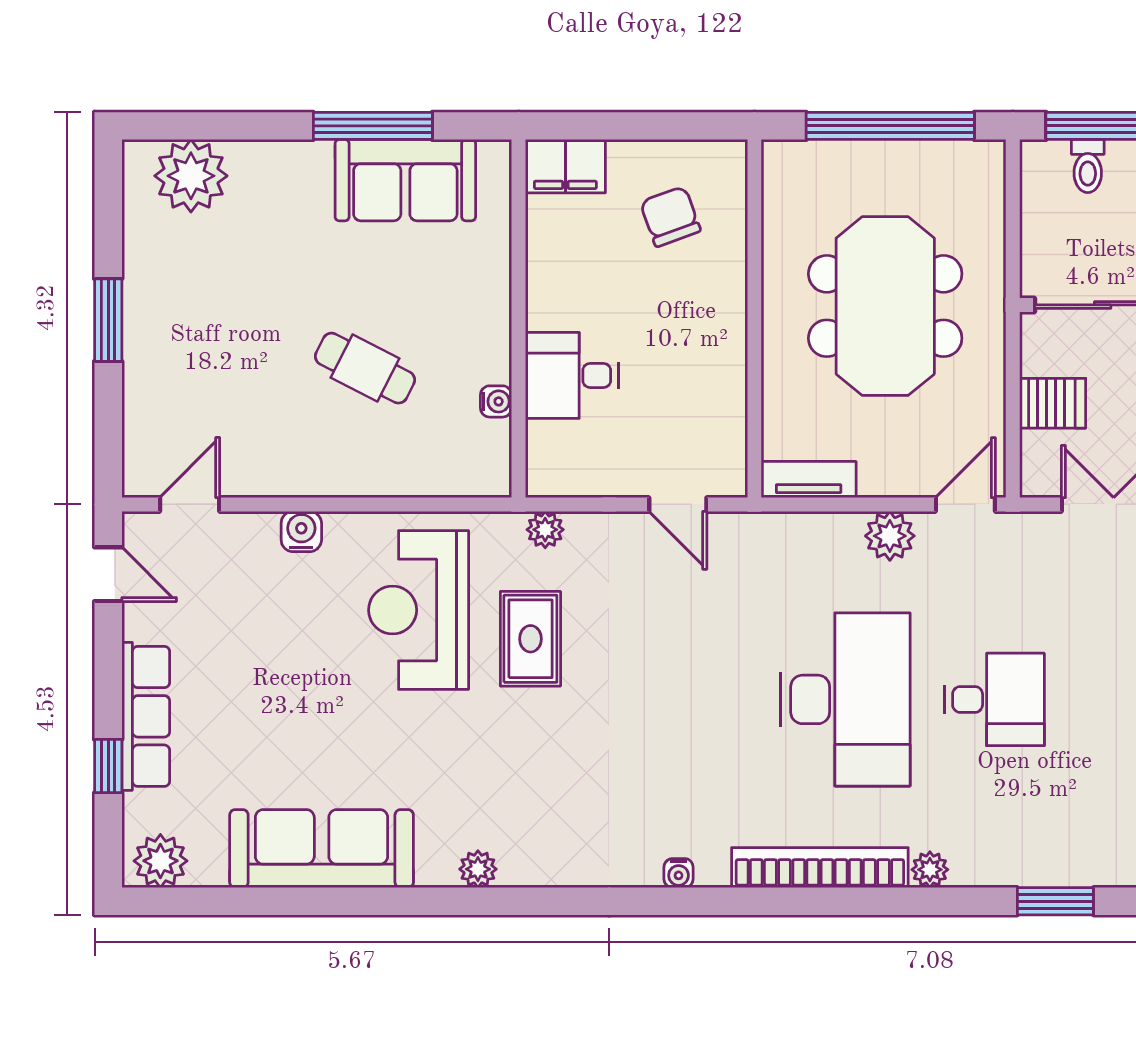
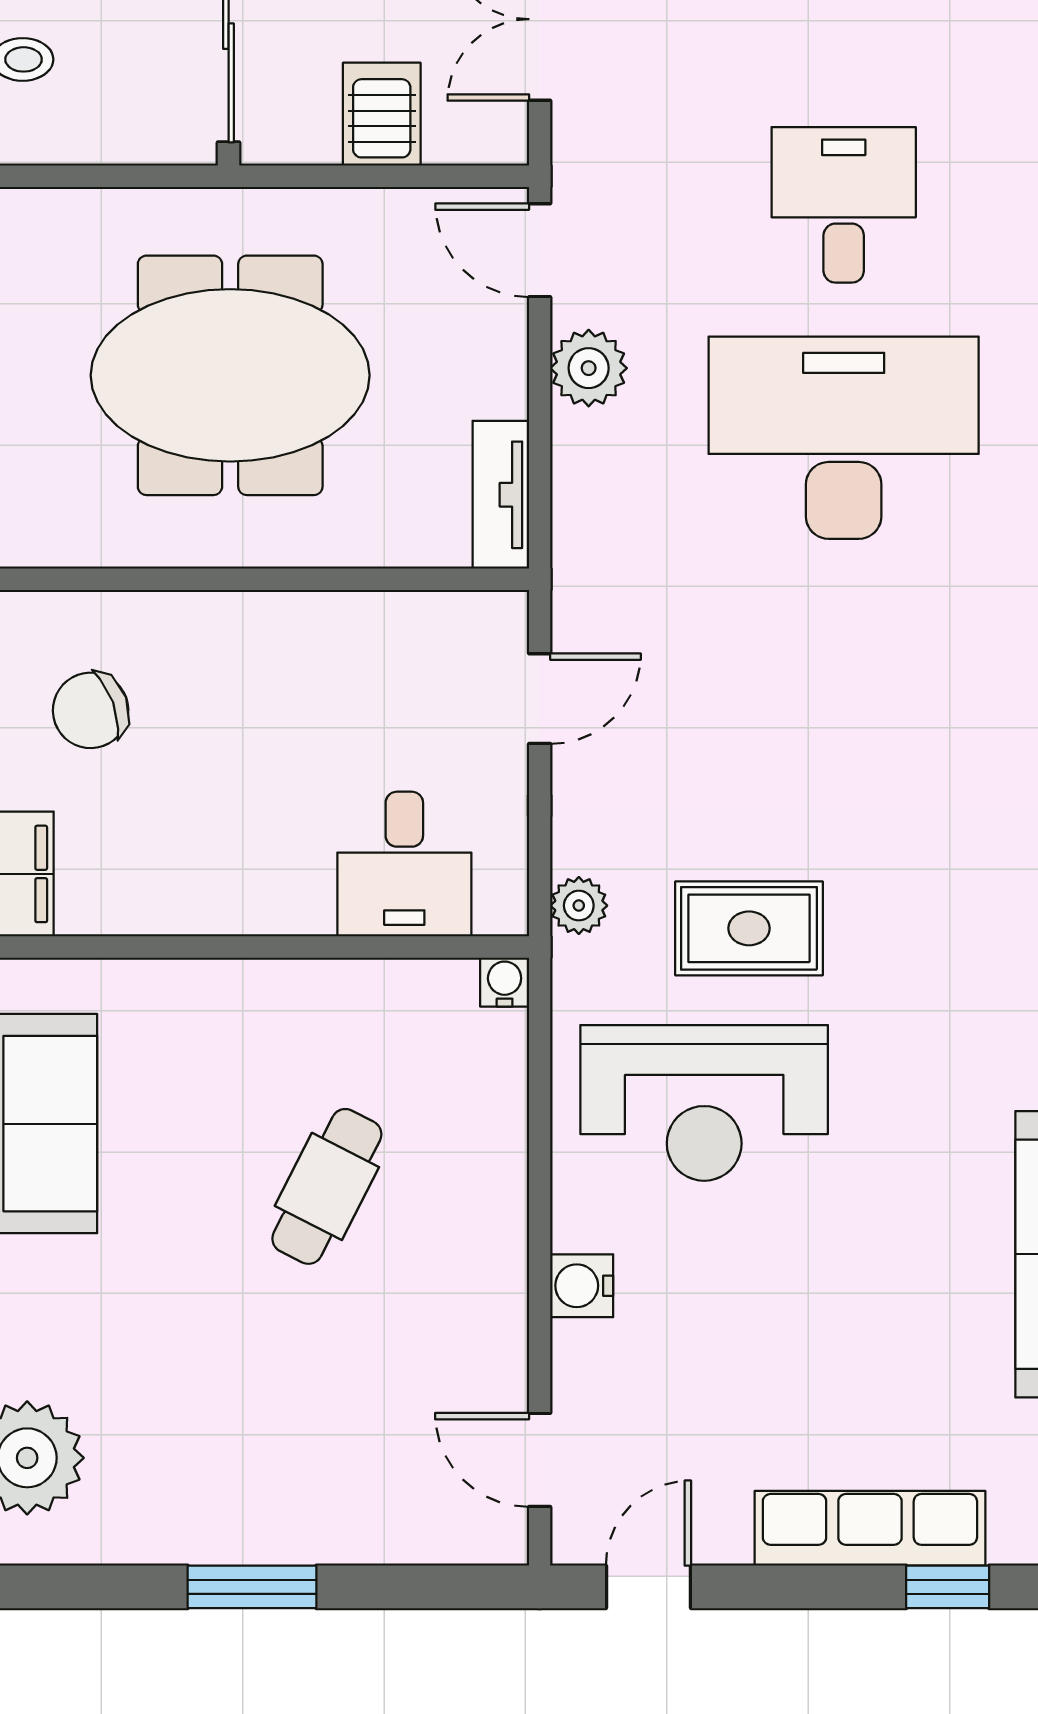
desk: (572, 375) -> (404, 864), moved
water cooler: (496, 401) -> (505, 982), moved

